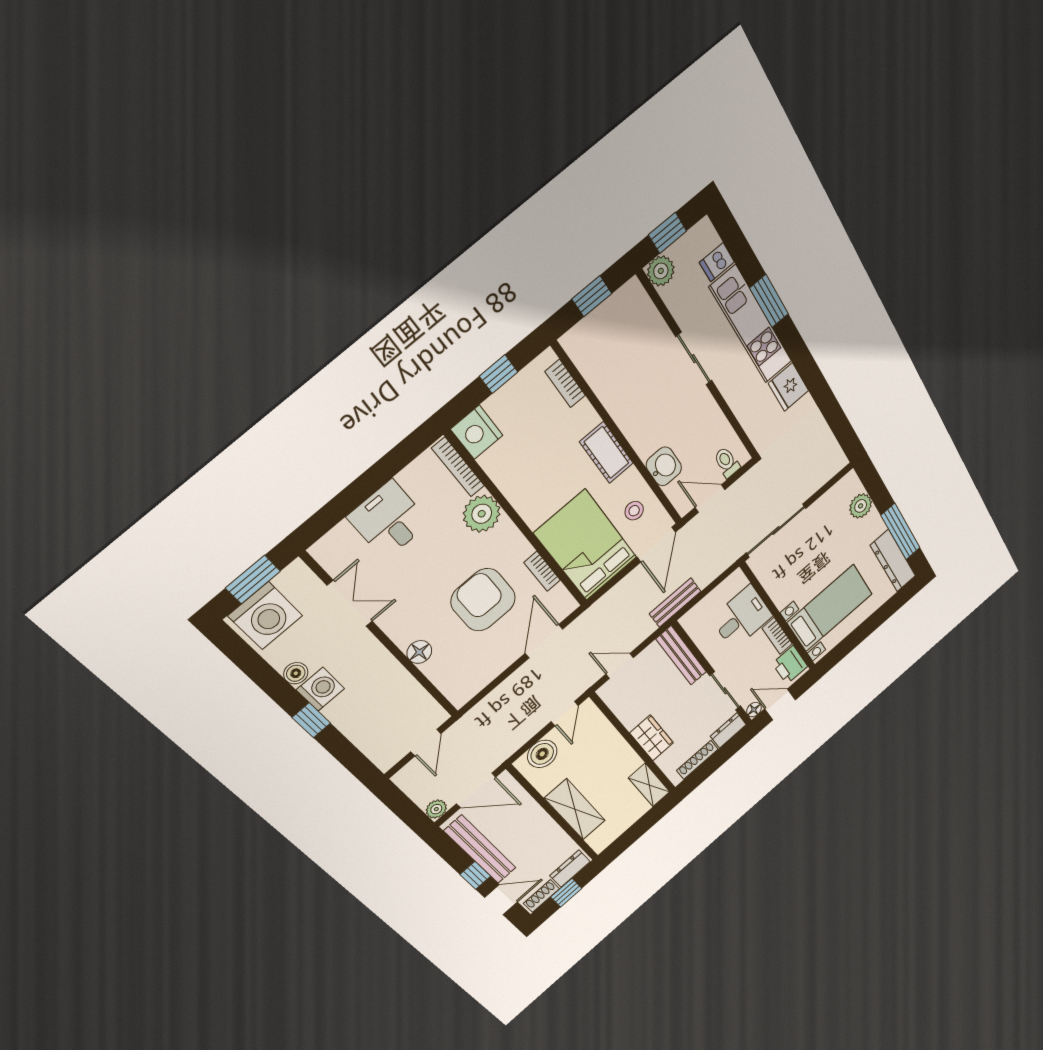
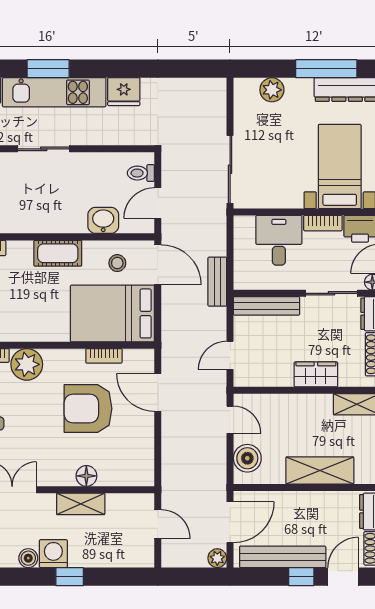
shelving: (389, 670) -> (81, 504), added

